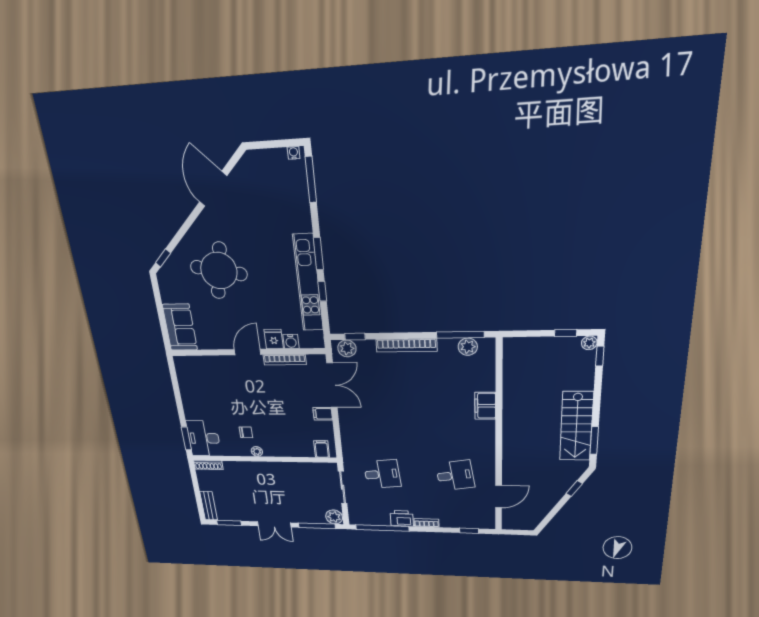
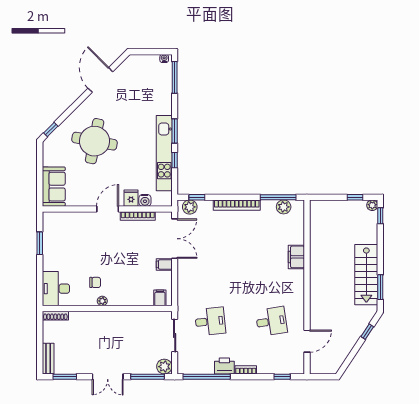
window: (186, 439) -> (40, 243), moved

